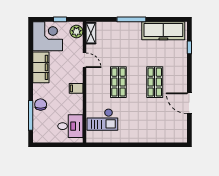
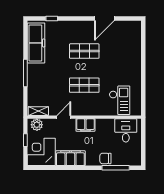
filing cabinet: (76, 88) -> (85, 125), width x2.00

